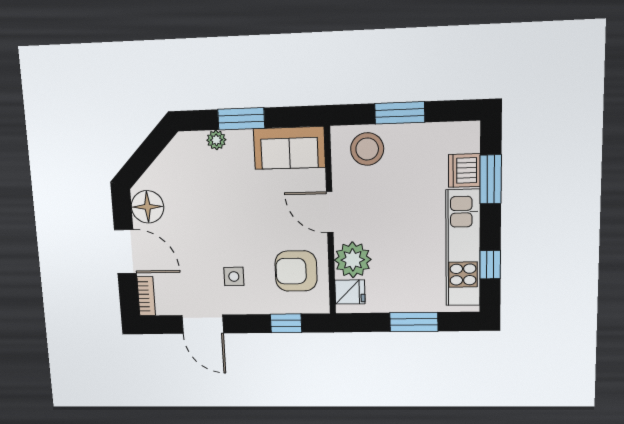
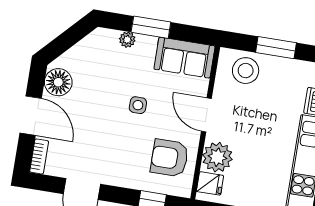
side table: (234, 276) -> (138, 105), moved

